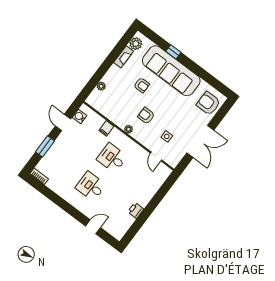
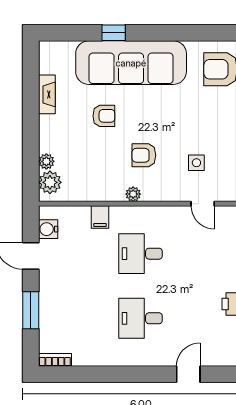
plant: (136, 44) -> (50, 182), moved

